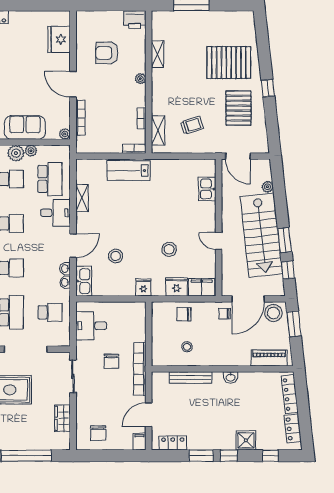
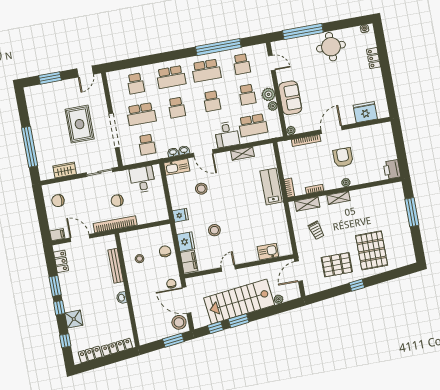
armchair: (107, 53) -> (343, 157), moved
shelving: (157, 54) -> (338, 198), moved
piano: (269, 358) -> (143, 325), removed

